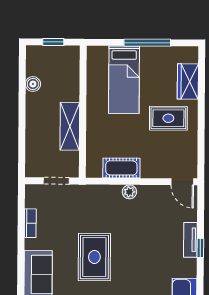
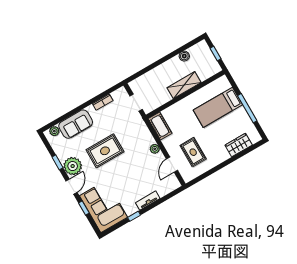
rug: (168, 118) -> (193, 152), moved
shelving: (70, 126) -> (184, 85), moved
cot: (121, 168) -> (160, 126), moved
door: (182, 182) -> (172, 165), moved
window: (200, 248) -> (134, 216), moved

